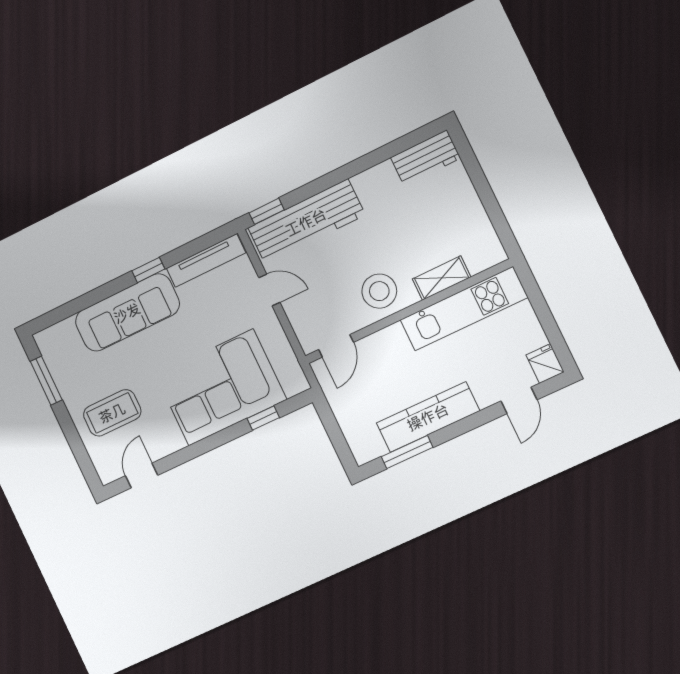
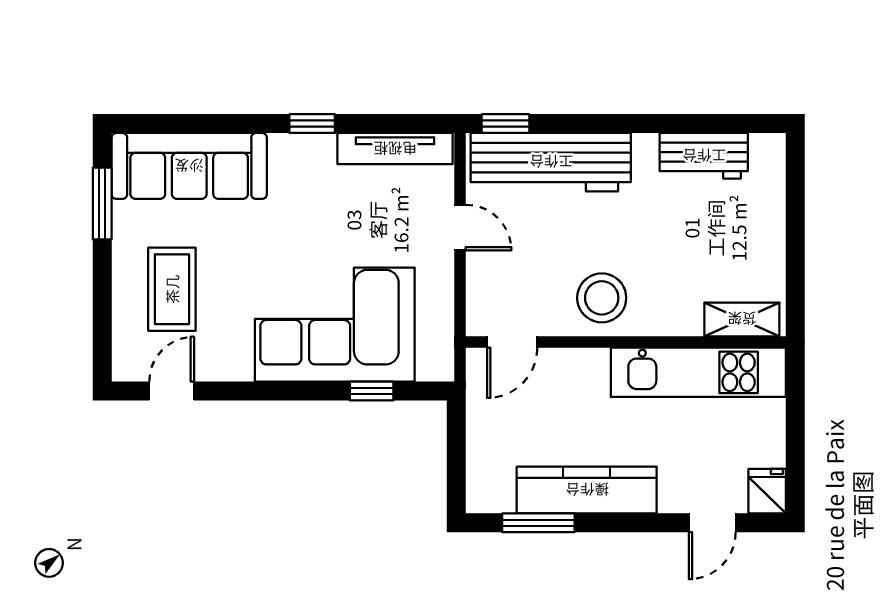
workbench: (426, 158) -> (704, 156), moved
shelving: (442, 278) -> (742, 319), moved
sofa: (127, 313) -> (189, 166), moved
coffee table: (112, 413) -> (172, 289), turned 90

